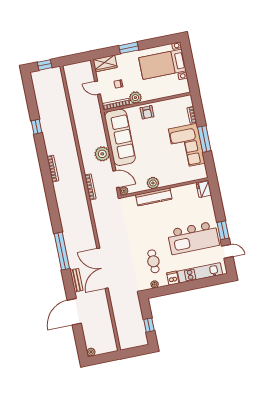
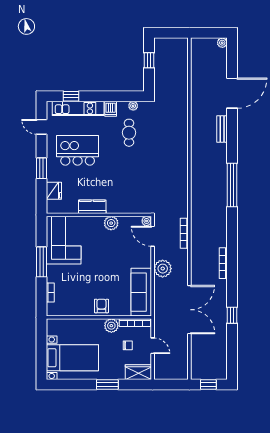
sofa: (120, 137) -> (141, 292), width x0.74, depth x0.79
corner sofa: (187, 146) -> (64, 240), moved
fridge: (204, 189) -> (54, 191), moved
kitchen counter: (154, 197) -> (92, 207), moved, width x0.67
window: (223, 230) -> (42, 168), moved
kitchen island: (193, 238) -> (78, 150), width x0.73
window: (62, 251) -> (232, 185), moved
double door: (102, 268) -> (189, 310), moved
window: (208, 282) -> (71, 96), added

